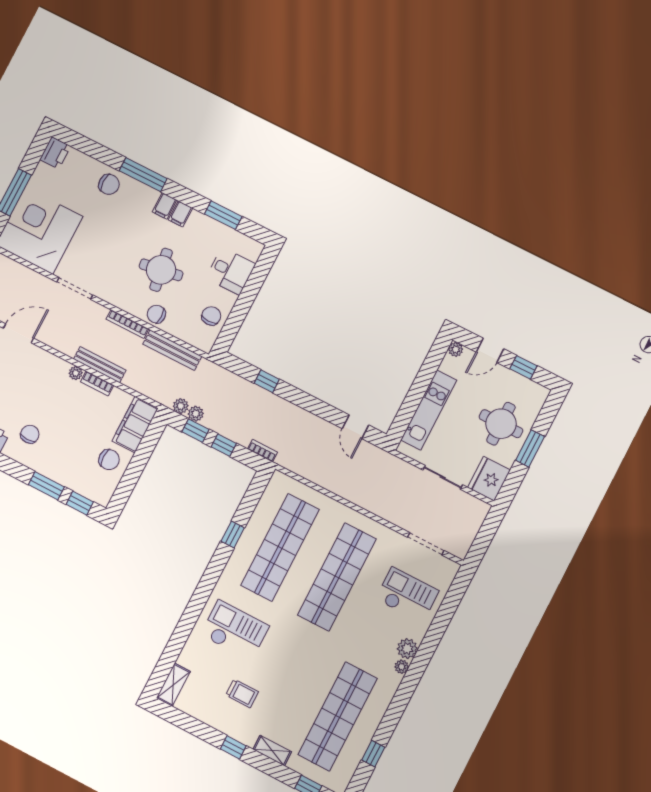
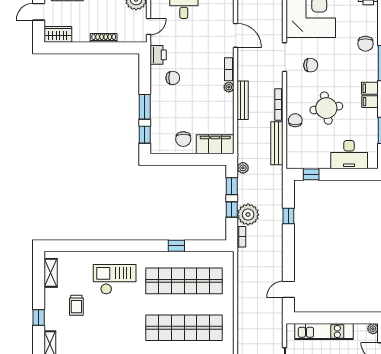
desk: (231, 271) -> (349, 155), width x1.37
chair: (211, 316) -> (311, 65), moved
window: (231, 328) -> (311, 174), added
bookcase: (97, 383) -> (229, 69), moved
plant: (196, 414) -> (248, 215), moved, width x1.88, depth x1.88
checkout: (235, 630) -> (115, 279), turned -90
shelving: (173, 685) -> (51, 273), moved, turned 90

